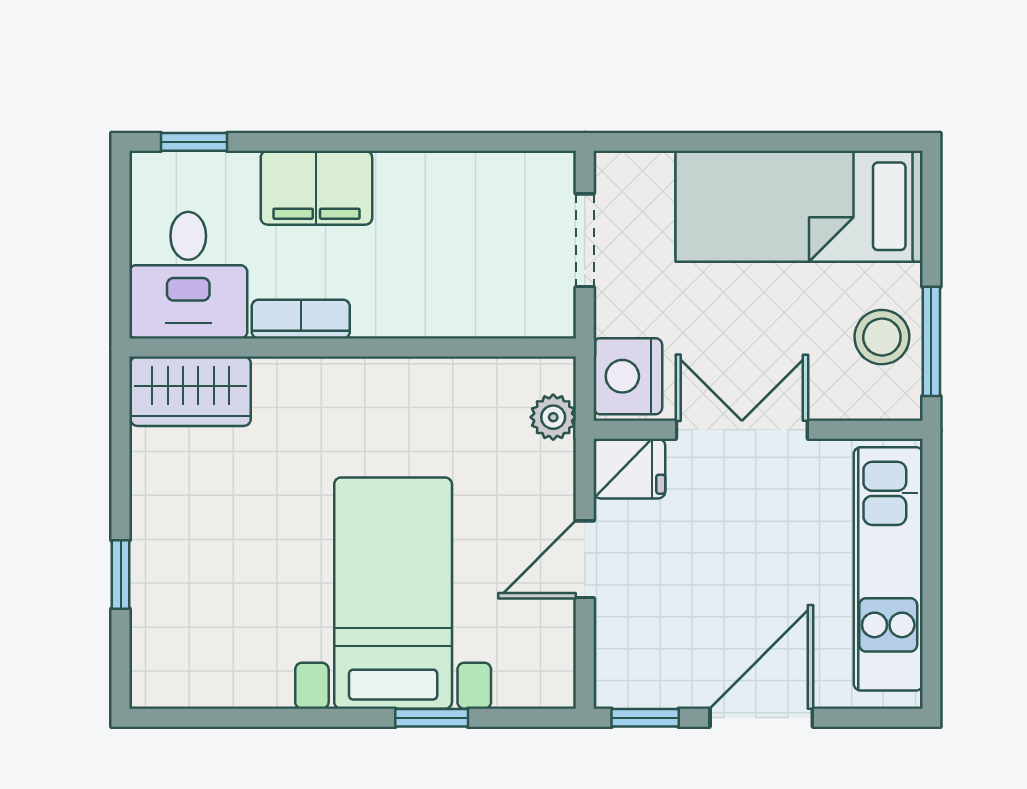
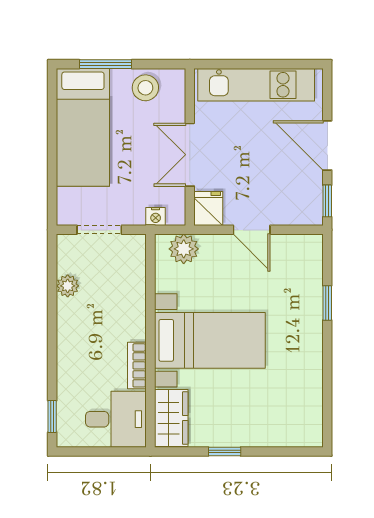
plant: (467, 174) -> (68, 286), added
filing cabinet: (316, 188) -> (74, 358), removed
window: (931, 341) -> (105, 64), moved
nightstand: (628, 376) -> (156, 216), width x0.53, depth x0.56
plant: (553, 417) -> (184, 249), width x1.38, depth x1.38
window: (121, 575) -> (225, 452), moved
bed with nightstands: (393, 593) -> (210, 340), moved, turned 180

